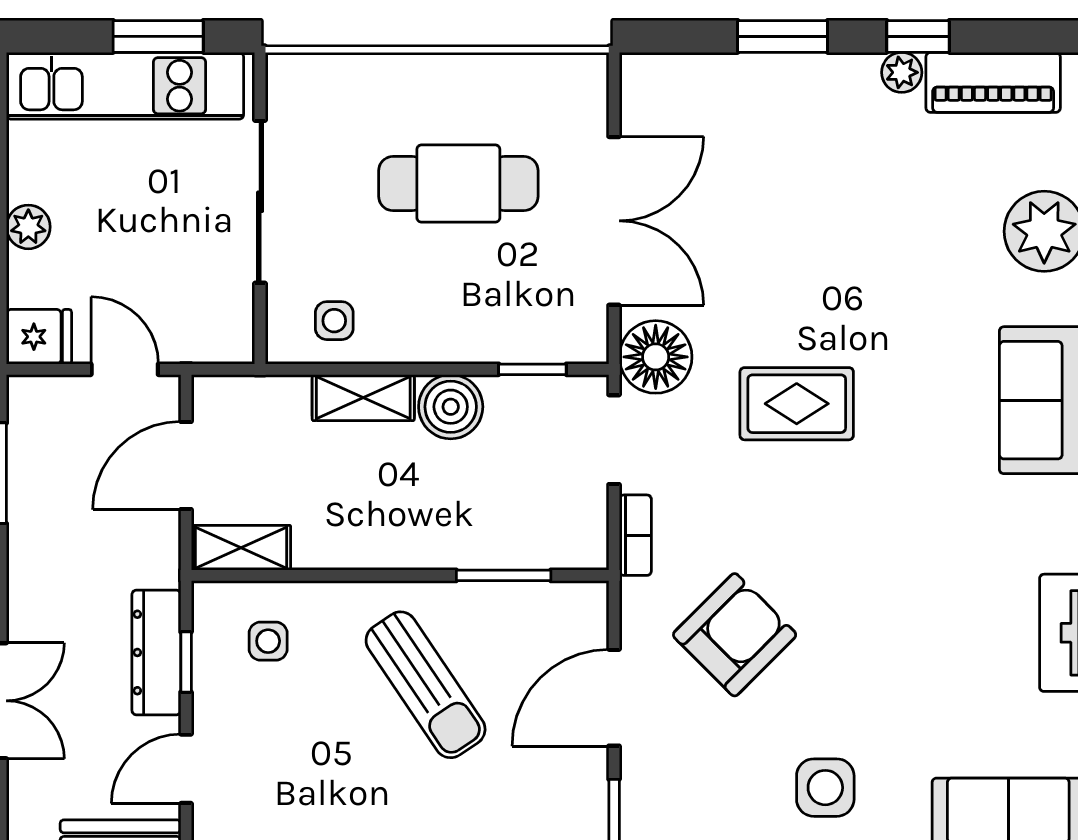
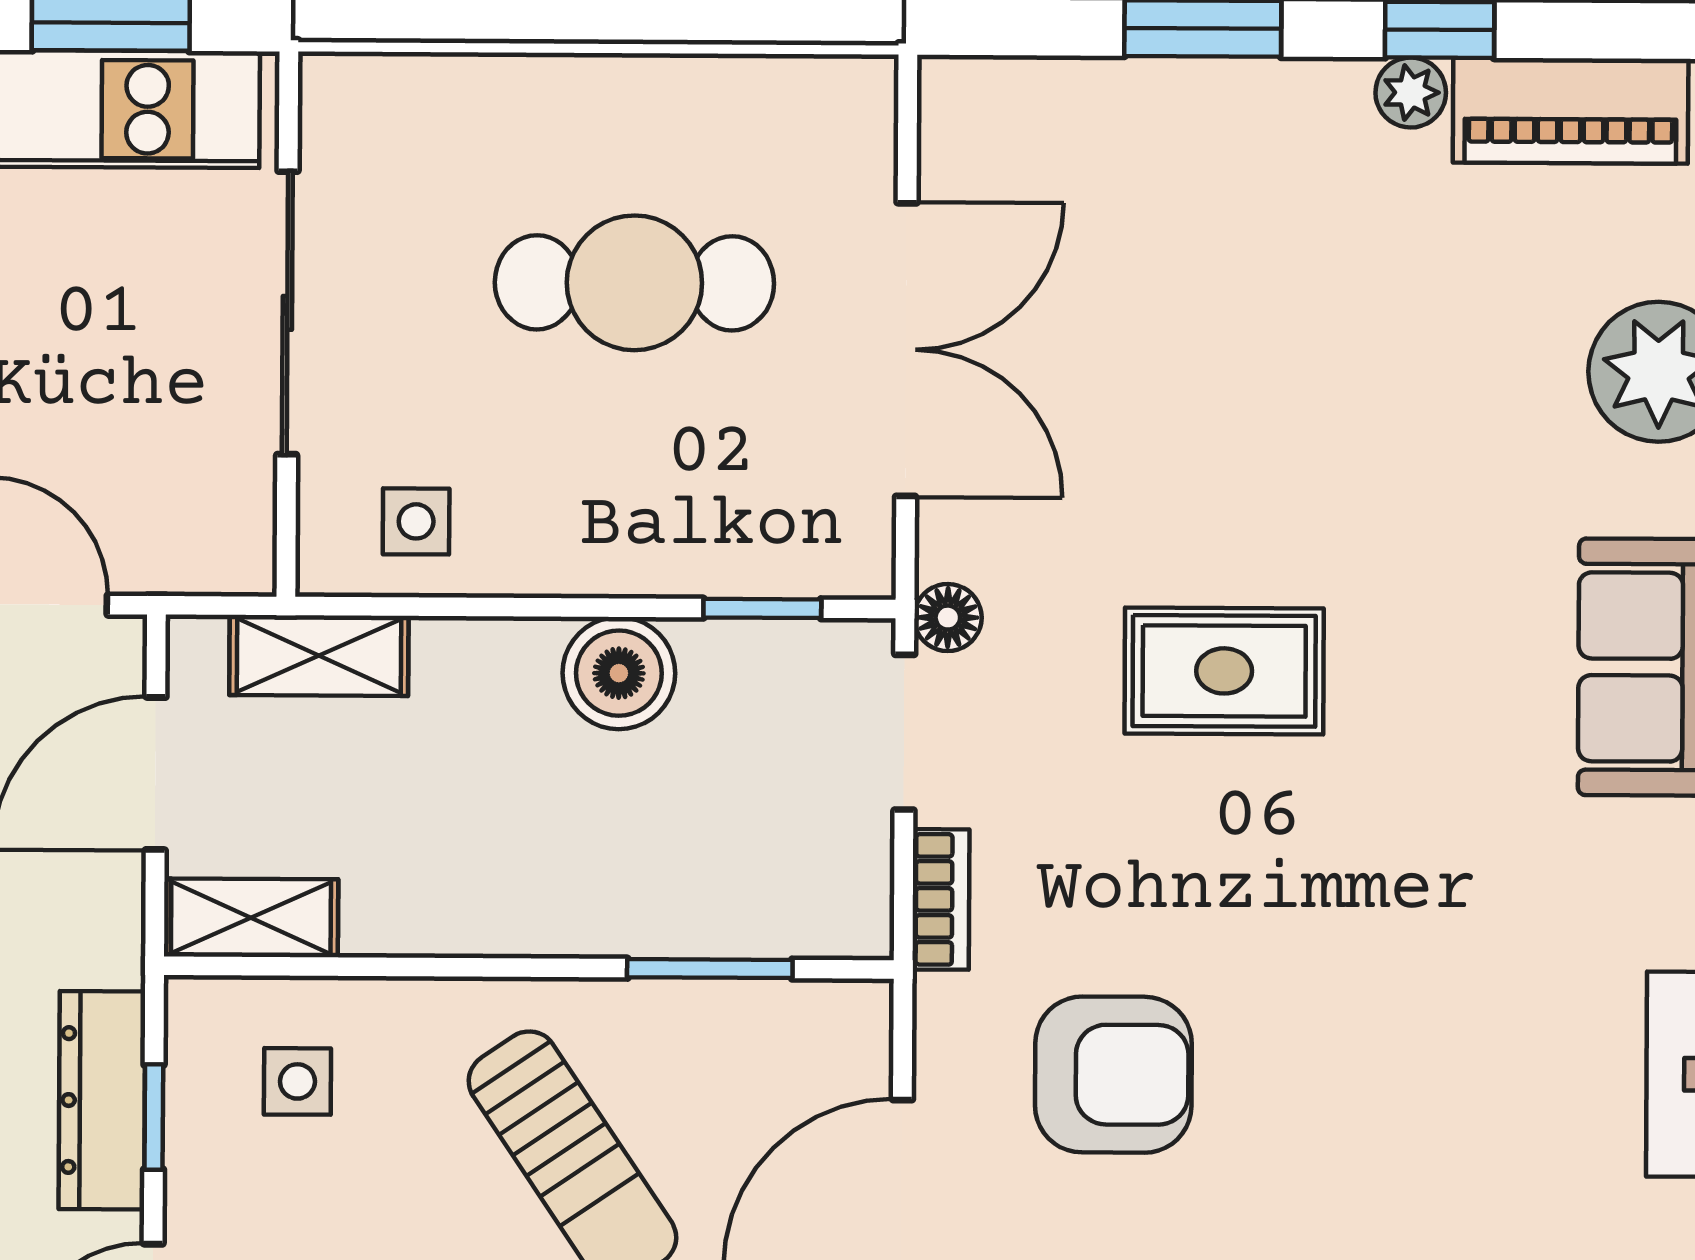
floor lamp: (656, 357) -> (948, 618), width x0.53, depth x0.53
shelving: (363, 398) -> (319, 656), moved
armchair: (735, 635) -> (1113, 1075), turned 45

